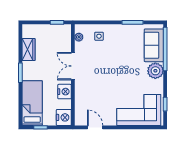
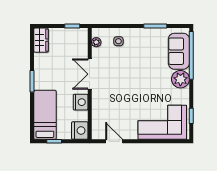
wardrobe: (28, 50) -> (41, 40), moved

